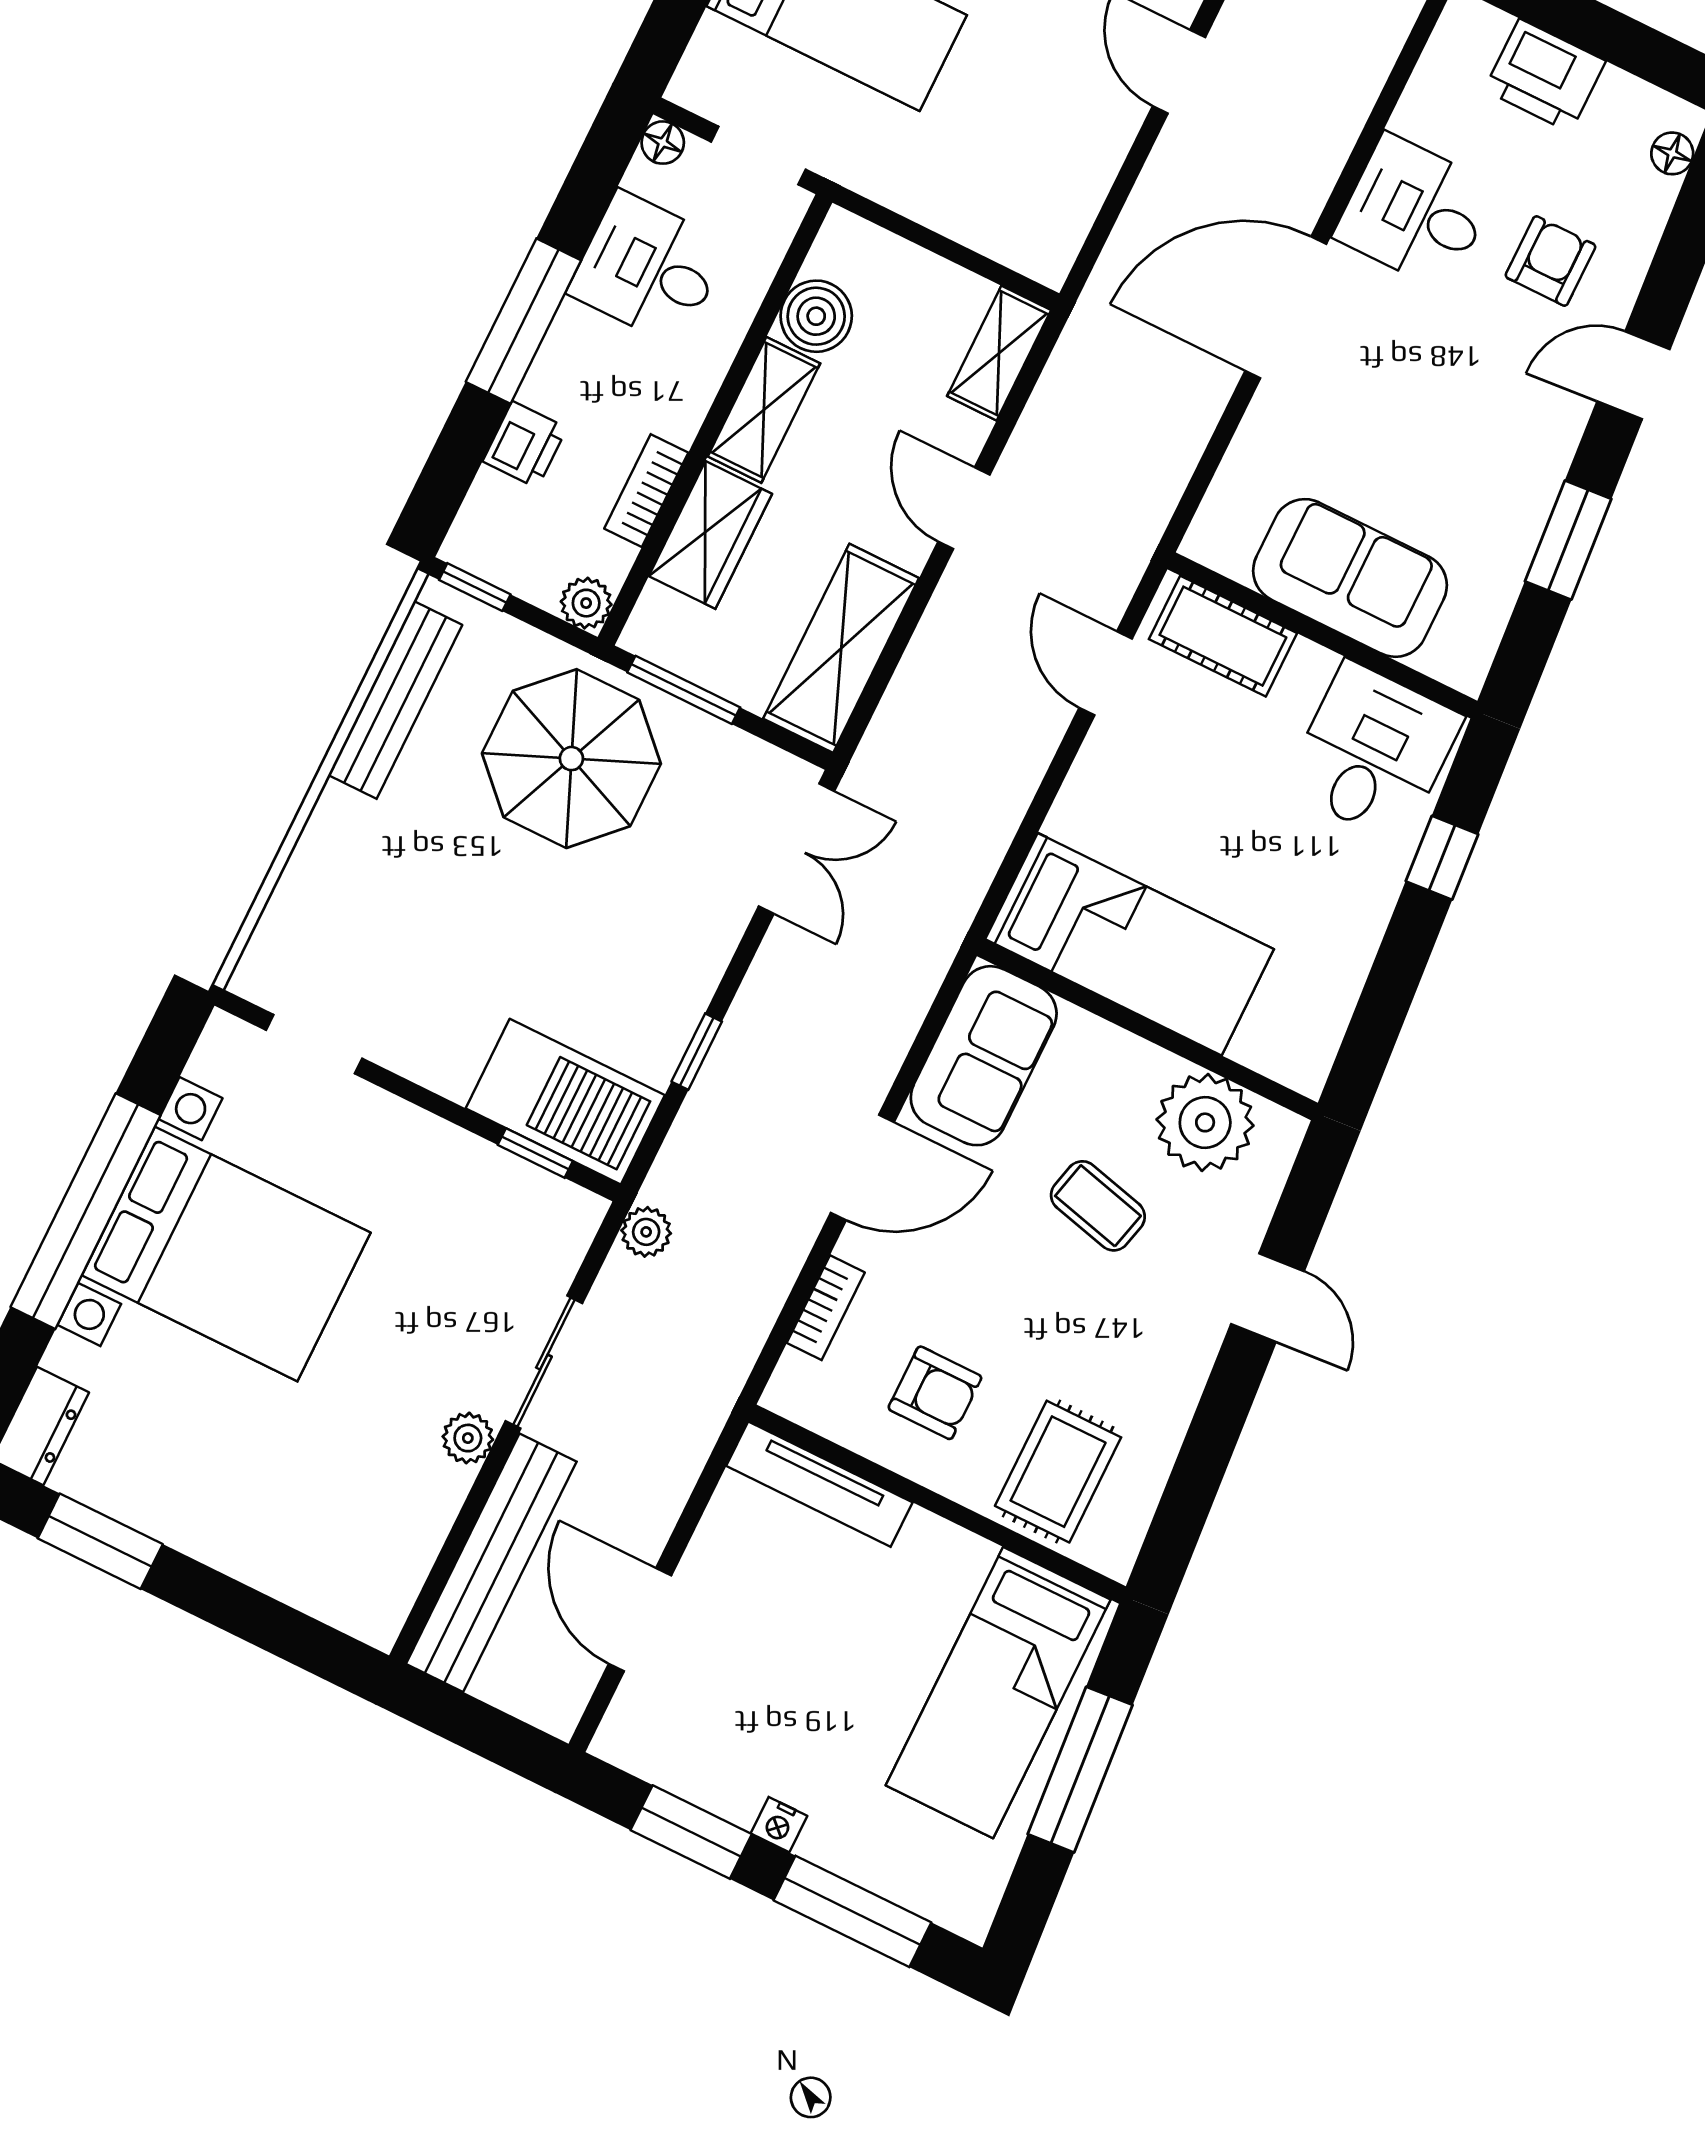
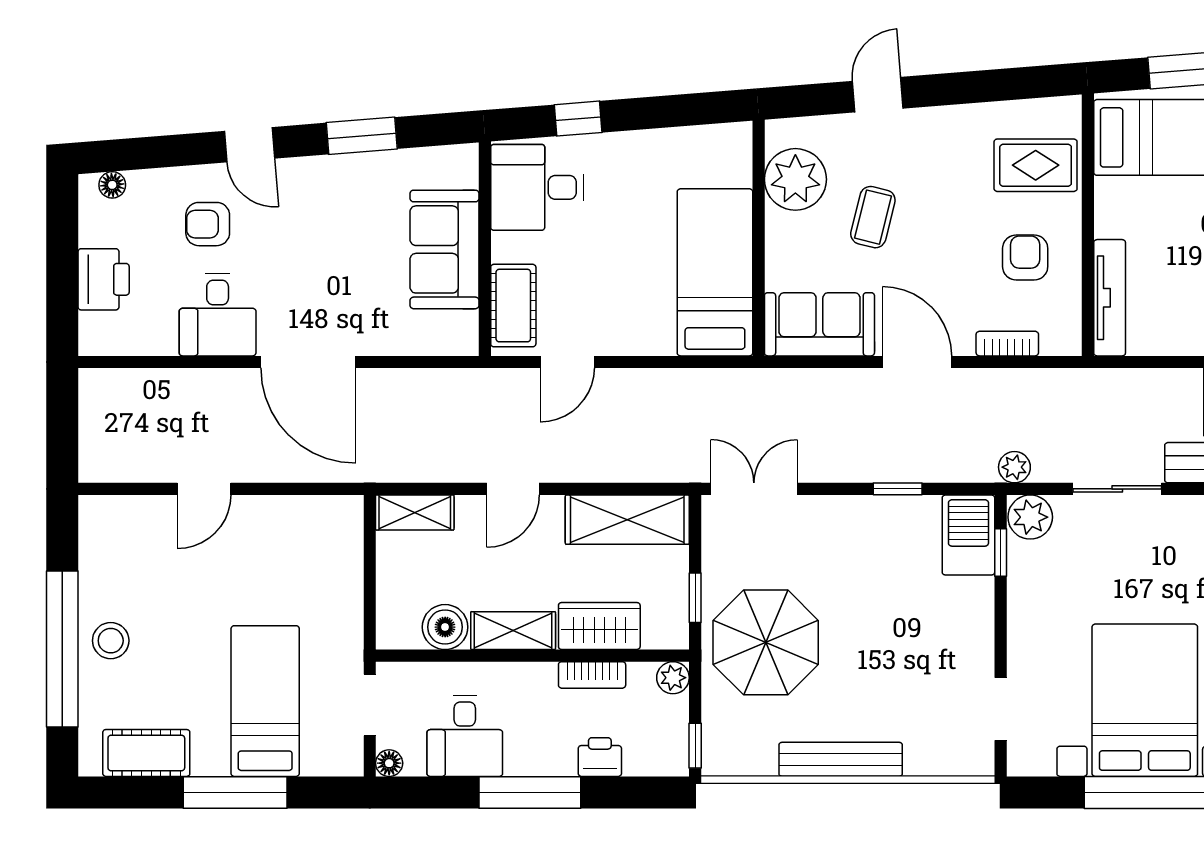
window: (684, 690) -> (695, 598), width x0.67
bench: (395, 700) -> (841, 759), moved
barbecue: (565, 1102) -> (968, 535), width x0.73, depth x0.83
plant: (468, 1438) -> (1030, 517), moved, width x1.38, depth x1.38

